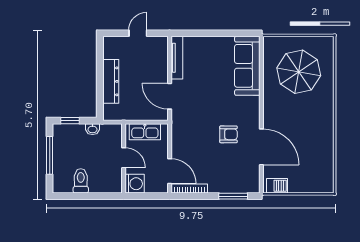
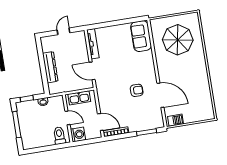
sofa: (247, 66) -> (141, 36), width x0.73
toilet: (81, 181) -> (59, 136), moved

